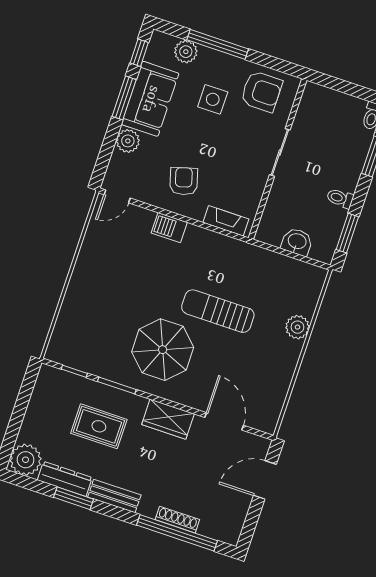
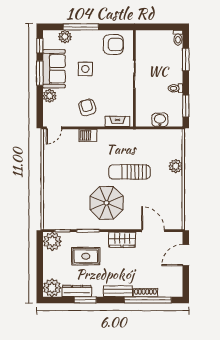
side table: (213, 99) -> (85, 69), moved
plant: (52, 383) -> (52, 241), added
bench: (114, 496) -> (118, 291), moved

